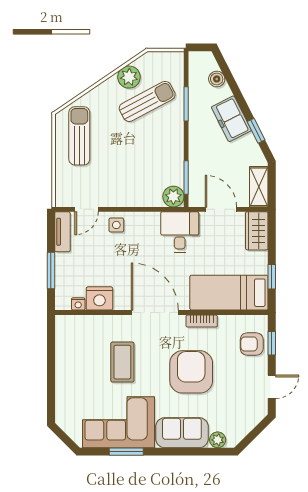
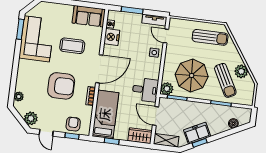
freezer: (231, 119) -> (197, 133), moved
parasol: (146, 158) -> (192, 75), added
door: (221, 209) -> (156, 116), swing flipped
plant: (251, 415) -> (31, 118), added
sofa: (182, 433) -> (89, 16), moved, turned 90
window: (126, 452) -> (20, 29), moved

